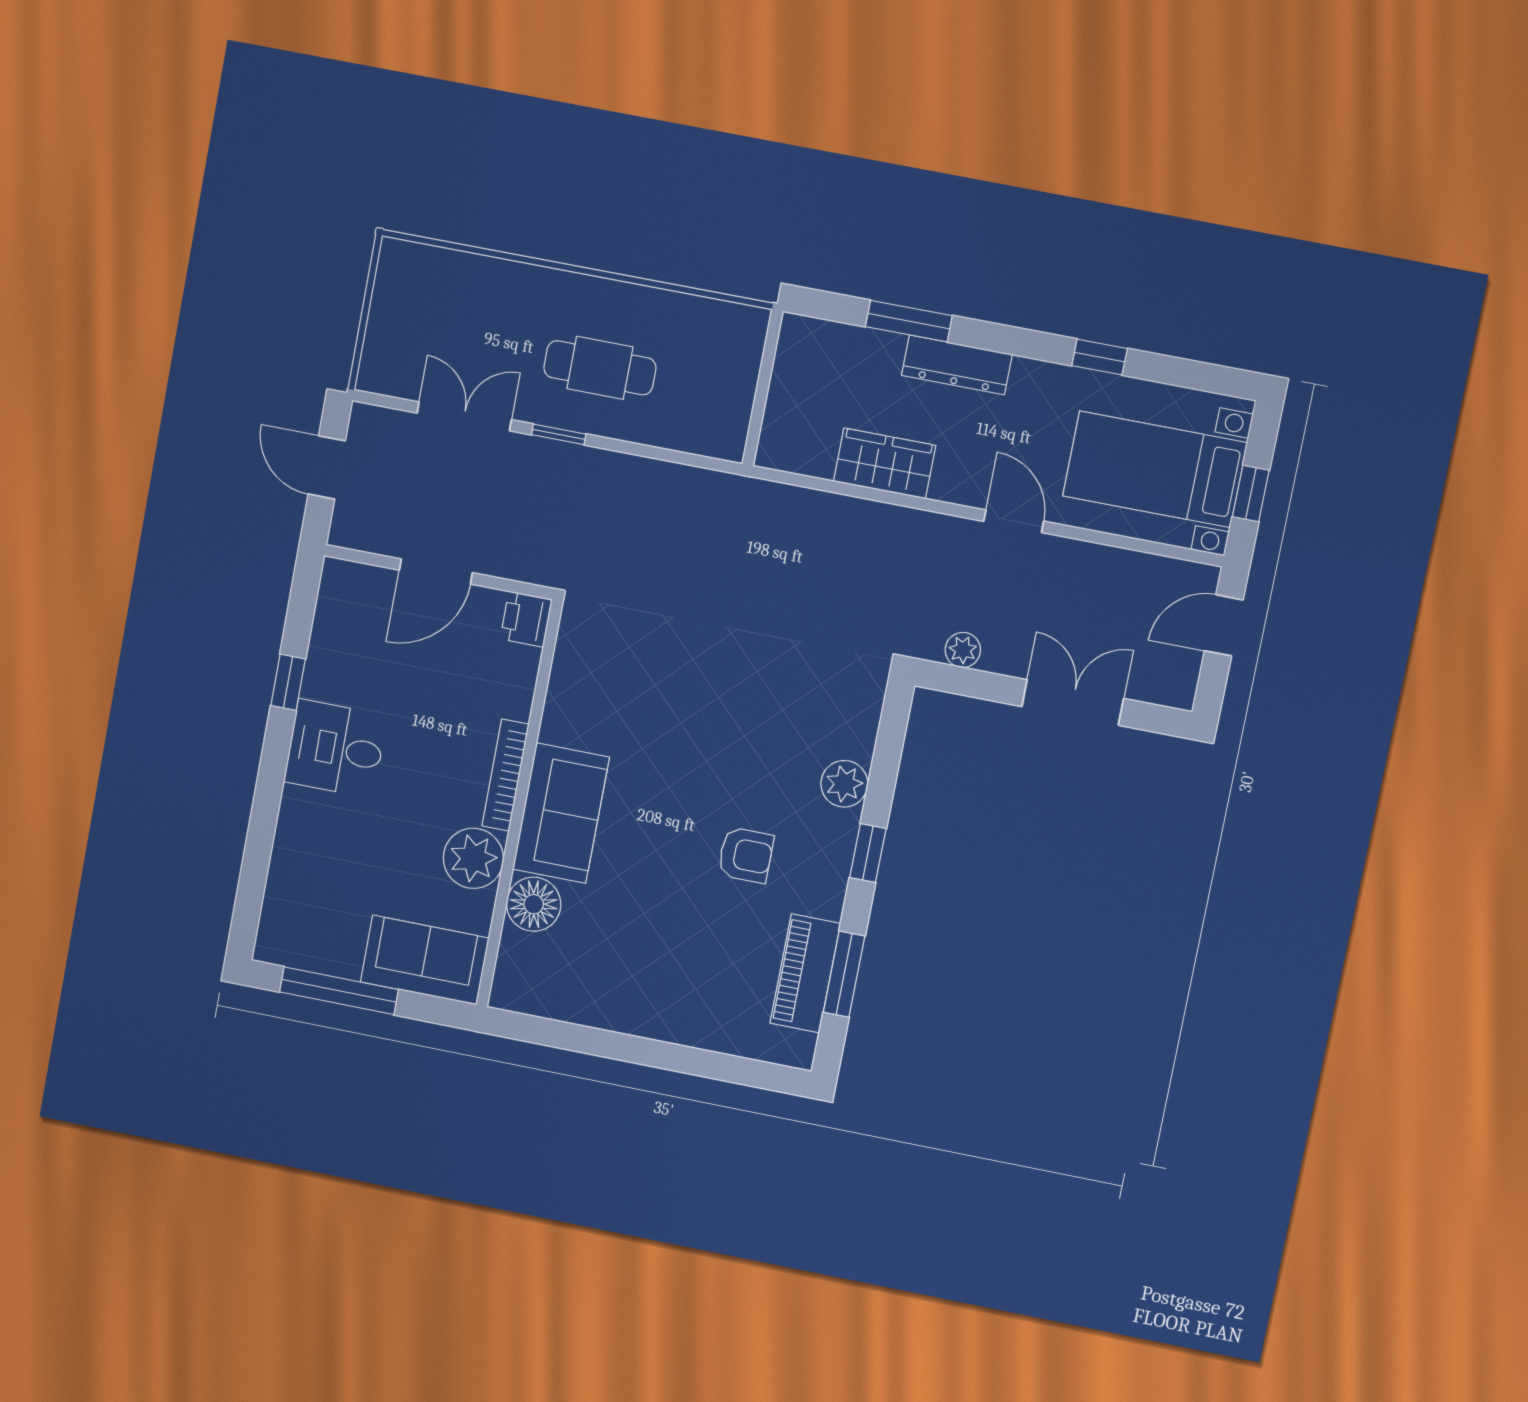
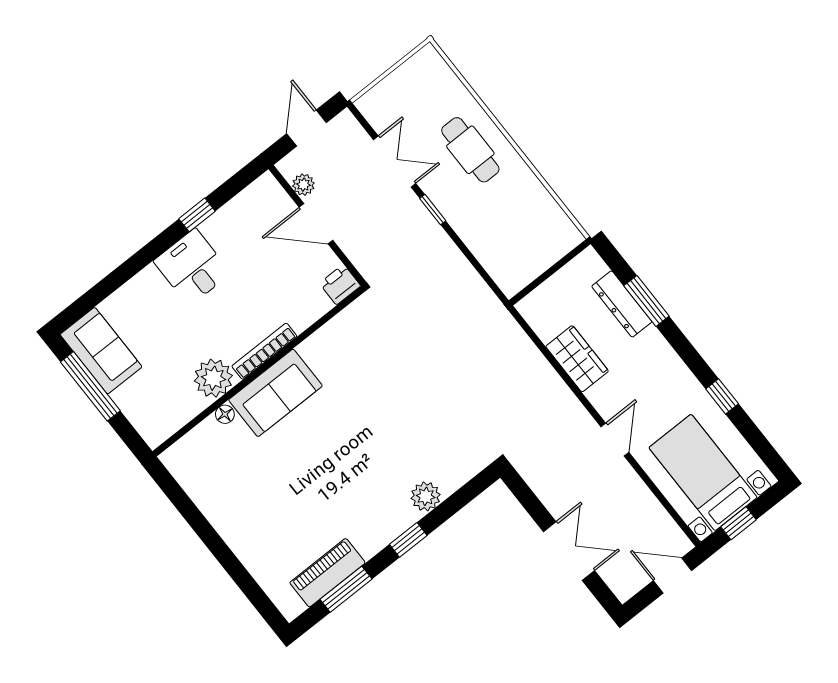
dresser: (957, 365) -> (622, 304), moved
cafe table: (600, 368) -> (470, 150), moved
plant: (963, 650) -> (303, 185), moved
armchair: (746, 855) -> (348, 490), removed
floor lamp: (534, 904) -> (225, 414), width x0.53, depth x0.53
sofa: (425, 960) -> (101, 351), moved

